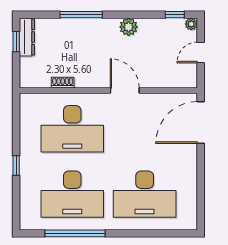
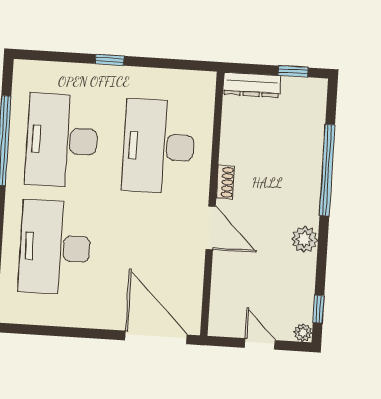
window: (81, 15) -> (327, 170), width x1.46
dresser: (27, 37) -> (252, 85), moved
shoe rack: (63, 83) -> (225, 182), moved
door: (125, 90) -> (211, 228), hinge flipped

